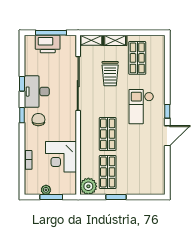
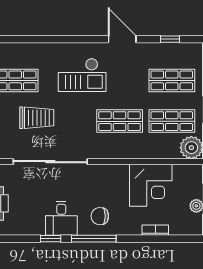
desk: (37, 92) -> (61, 218), width x0.73
window: (167, 111) -> (170, 39), moved
window: (22, 115) -> (94, 239), width x2.17
shop shelf: (137, 172) -> (172, 80), added

